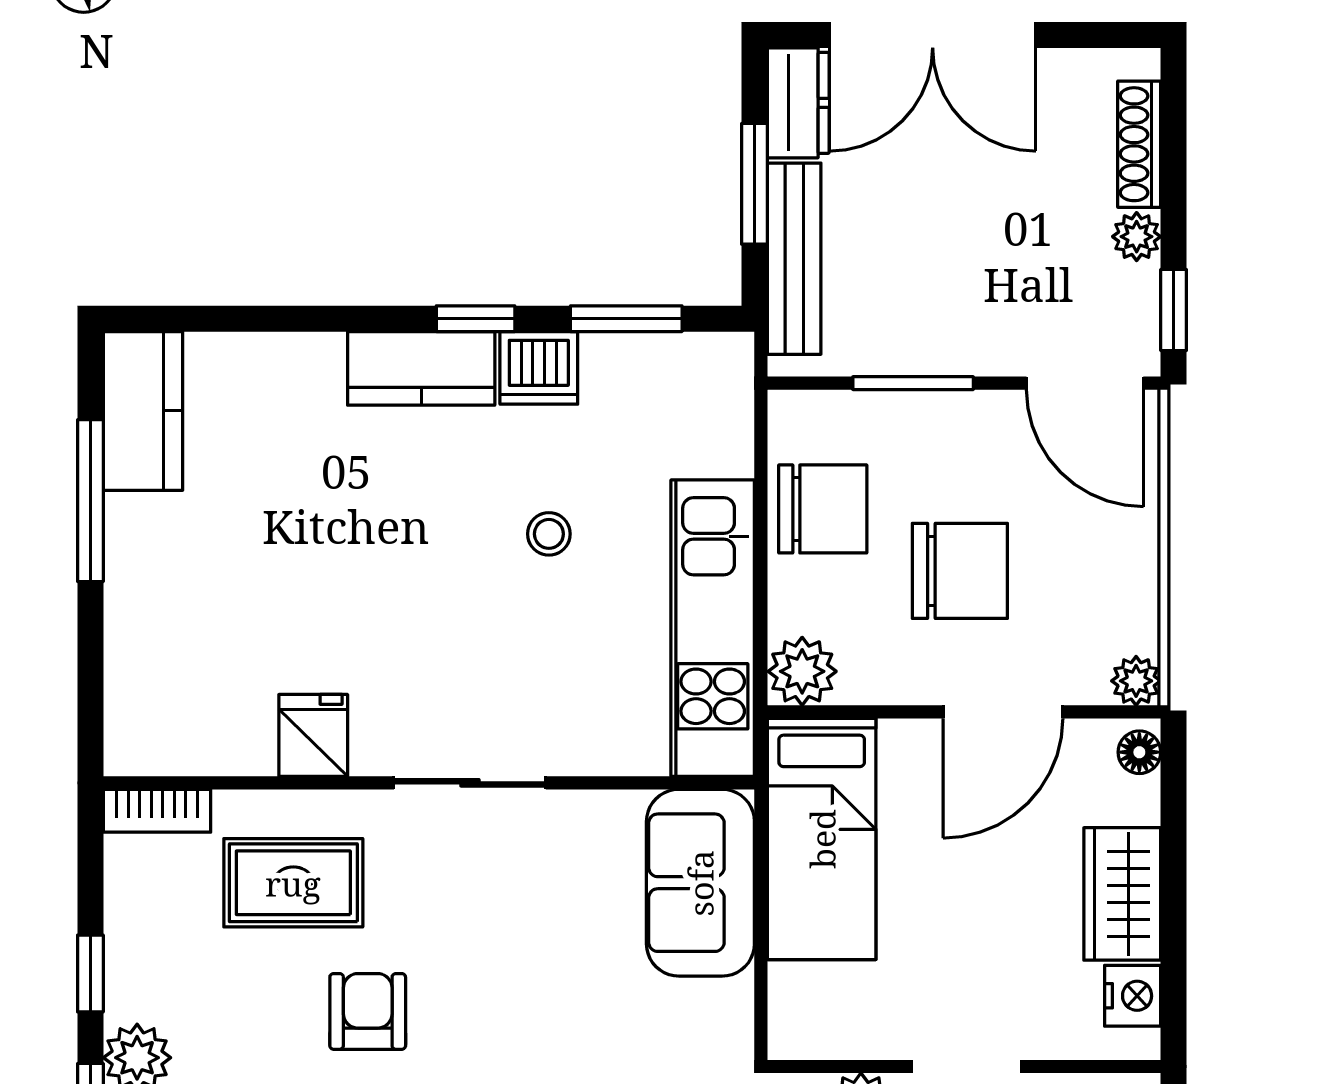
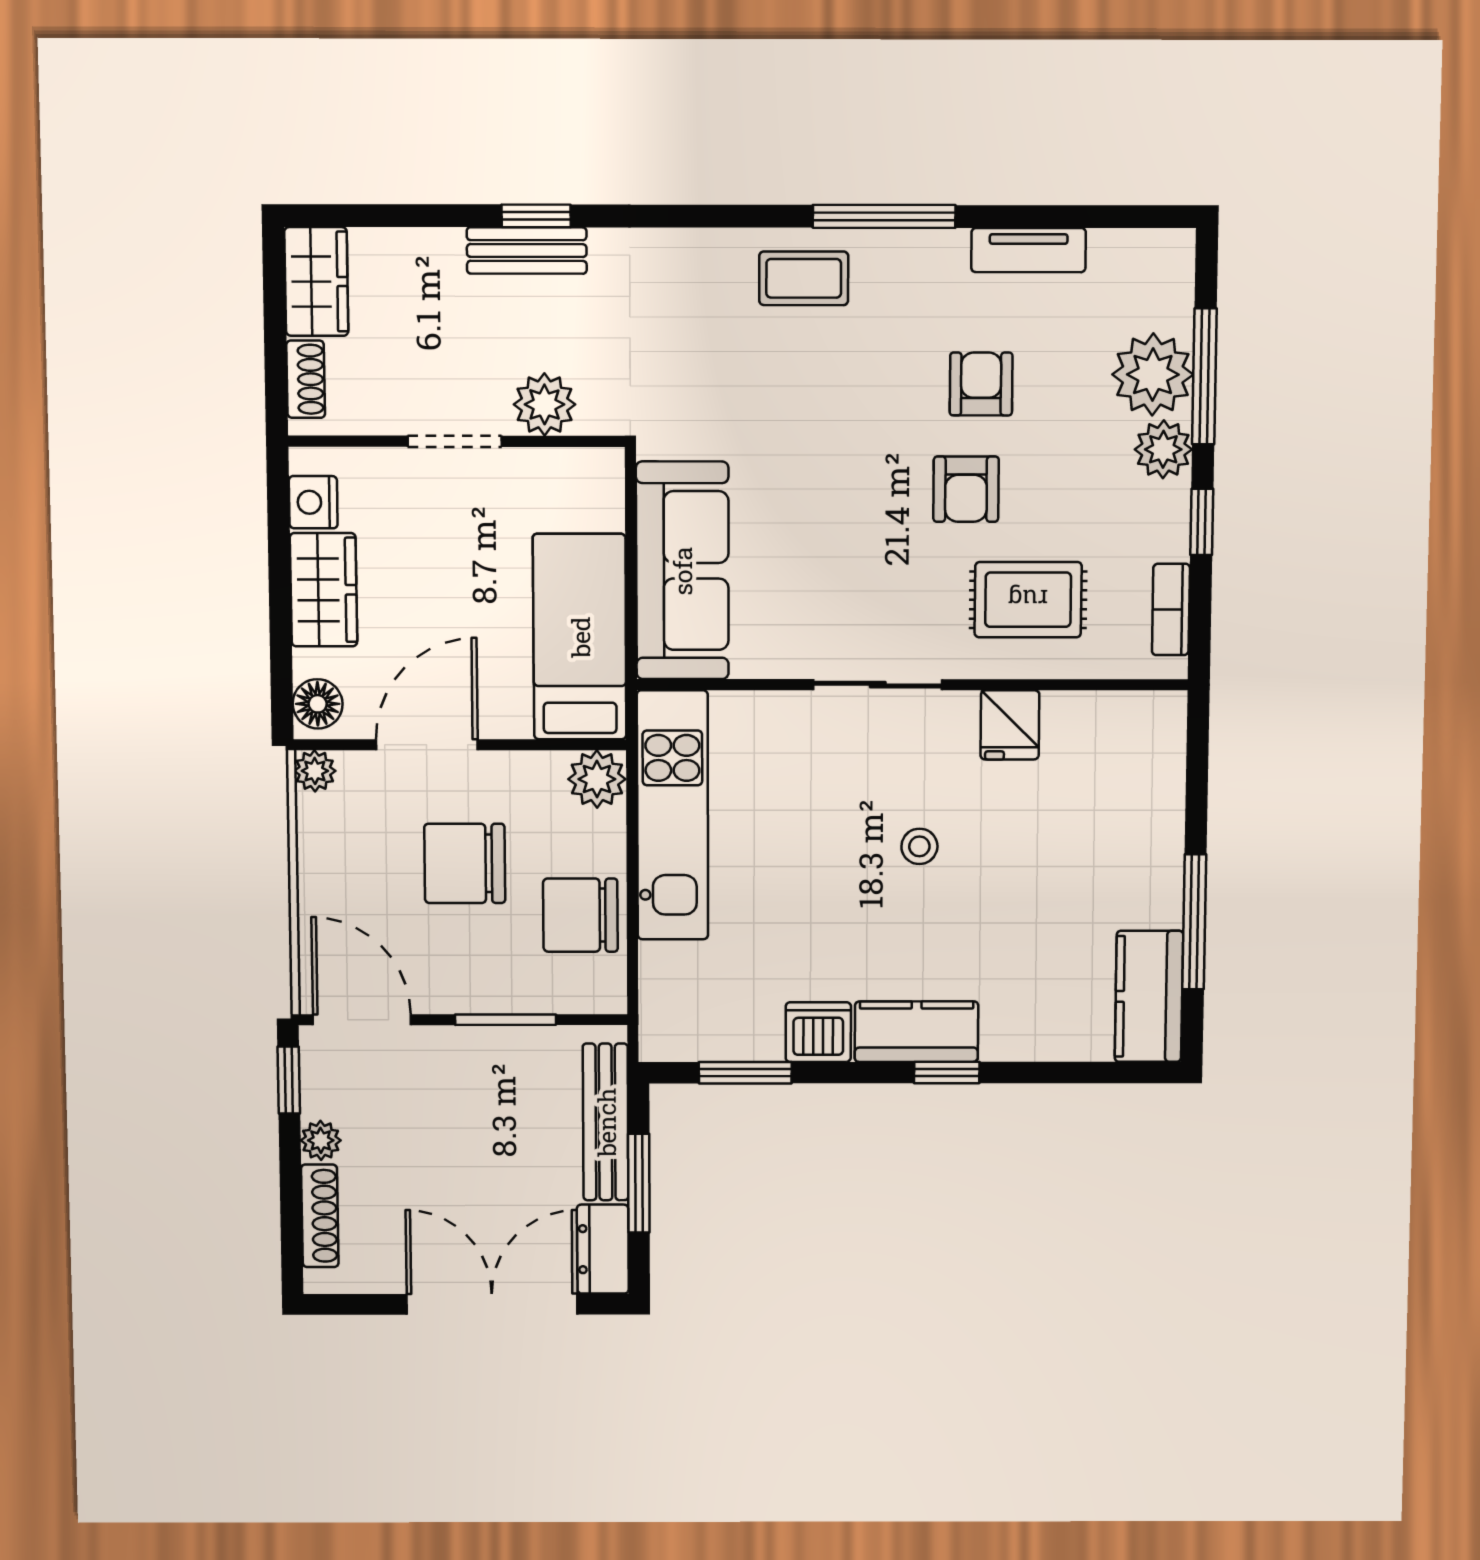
window: (476, 319) -> (947, 1073), moved
stool: (549, 534) -> (919, 846), moved
floor lamp: (1139, 752) -> (318, 704), width x1.37, depth x1.37
bookcase: (157, 811) -> (1171, 610), moved, turned -90
sofa: (700, 883) -> (682, 571), width x1.36

